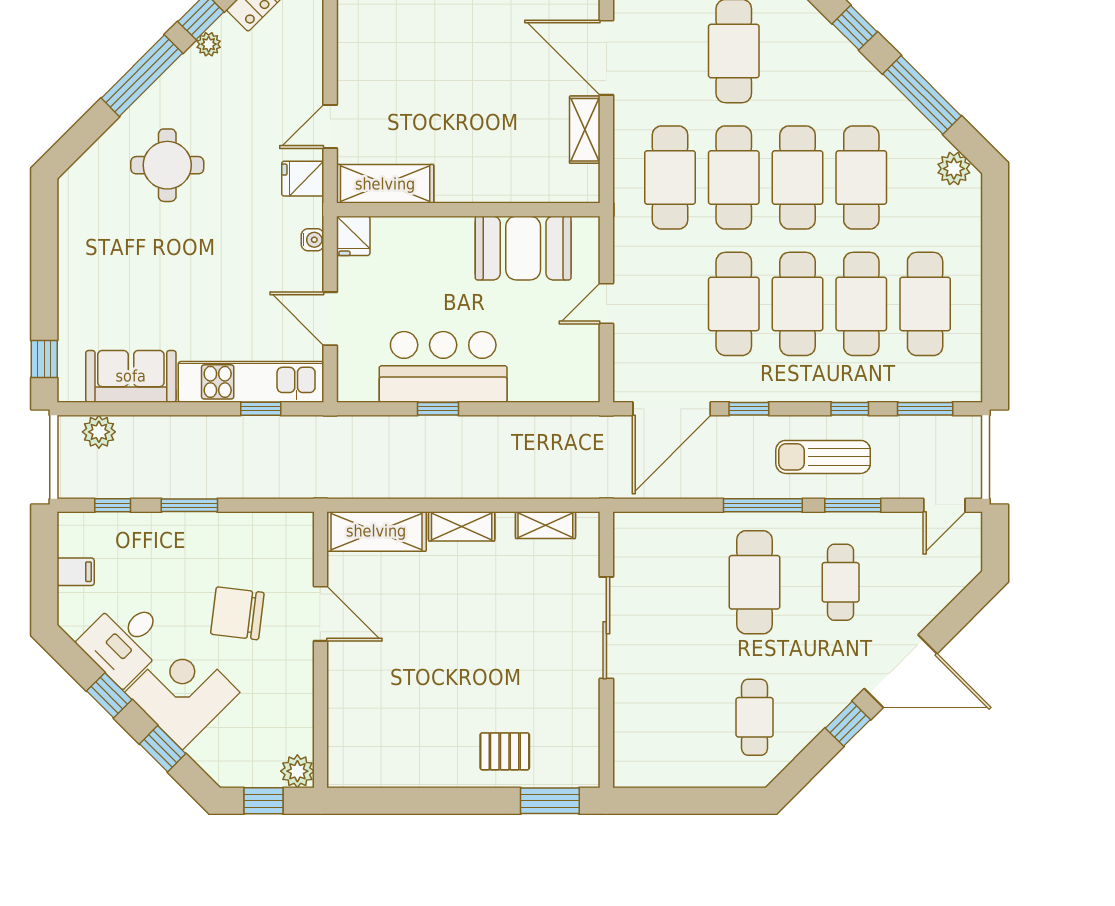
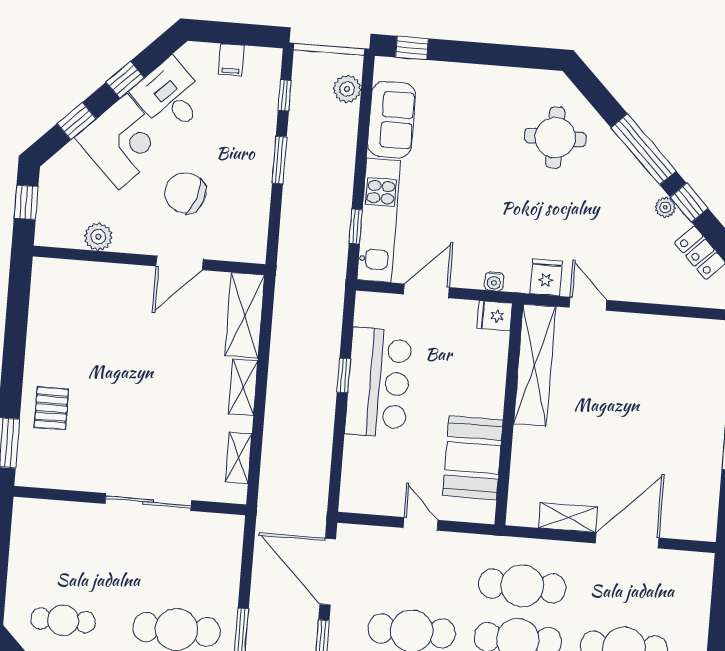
round table: (167, 165) -> (555, 137), moved
shelving: (385, 184) -> (535, 365), width x1.47
chair: (237, 613) -> (185, 193), turned -79
plant: (297, 771) -> (98, 237), moved

